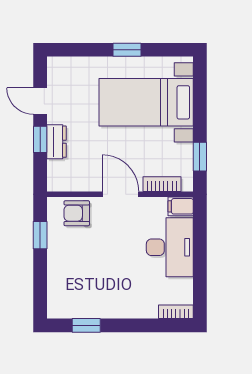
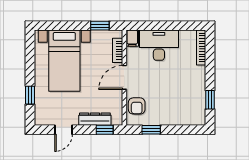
window: (127, 50) -> (30, 95), moved
window: (40, 139) -> (105, 130), moved
dresser: (57, 142) -> (95, 119), width x1.44
bookcase: (176, 312) -> (201, 48), width x1.56

